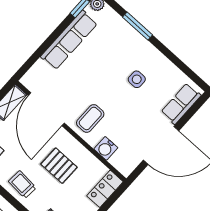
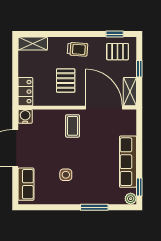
water cooler: (106, 148) -> (25, 116), moved
pallet: (59, 166) -> (66, 81), turned 90

